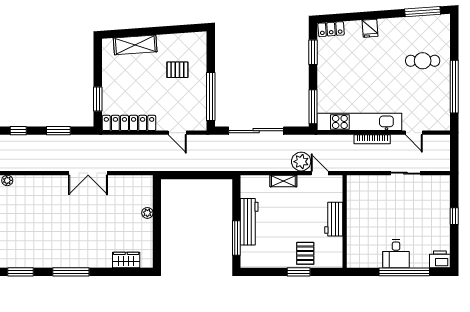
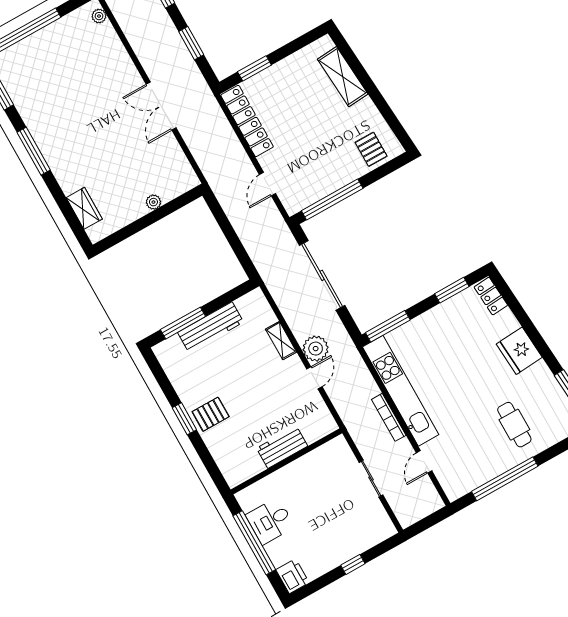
fridge: (370, 28) -> (519, 351), width x1.88, depth x1.34
pallet: (177, 70) -> (371, 149), moved
workbench: (334, 219) -> (282, 447), moved
wall: (345, 221) -> (286, 461), moved

